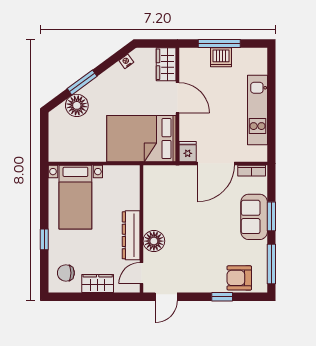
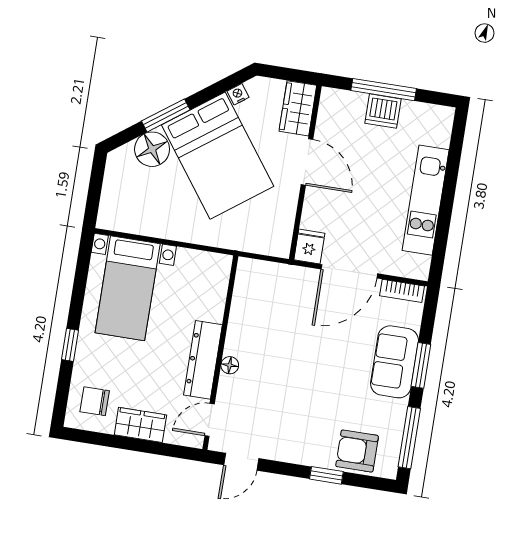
bed: (141, 139) -> (218, 156), moved, turned -126
floor lamp: (154, 241) -> (230, 365), width x0.53, depth x0.53

